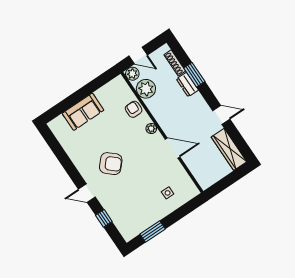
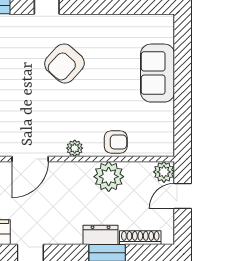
plant: (146, 89) -> (109, 177), moved

